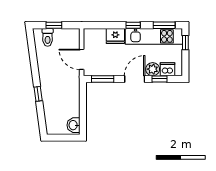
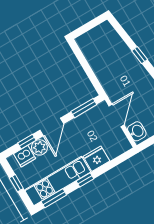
window: (185, 43) -> (16, 183), moved
door: (82, 59) -> (116, 115), hinge flipped
washbasin: (73, 125) -> (137, 131), moved

